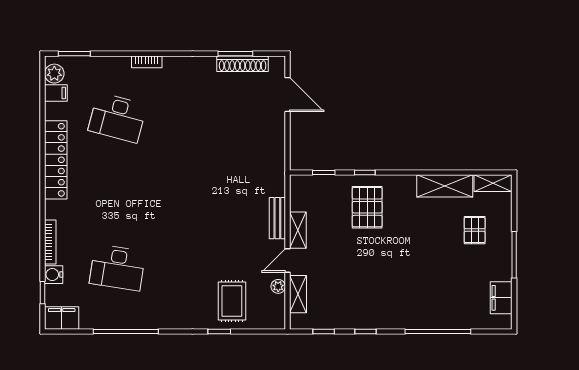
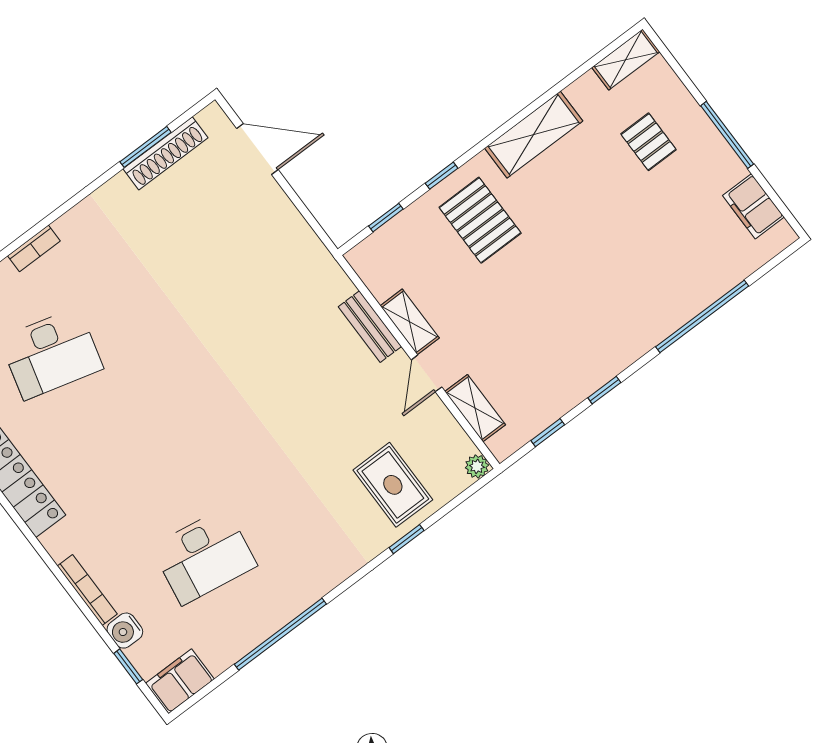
shelving: (445, 186) -> (534, 135), moved
plant: (278, 286) -> (477, 466), moved

